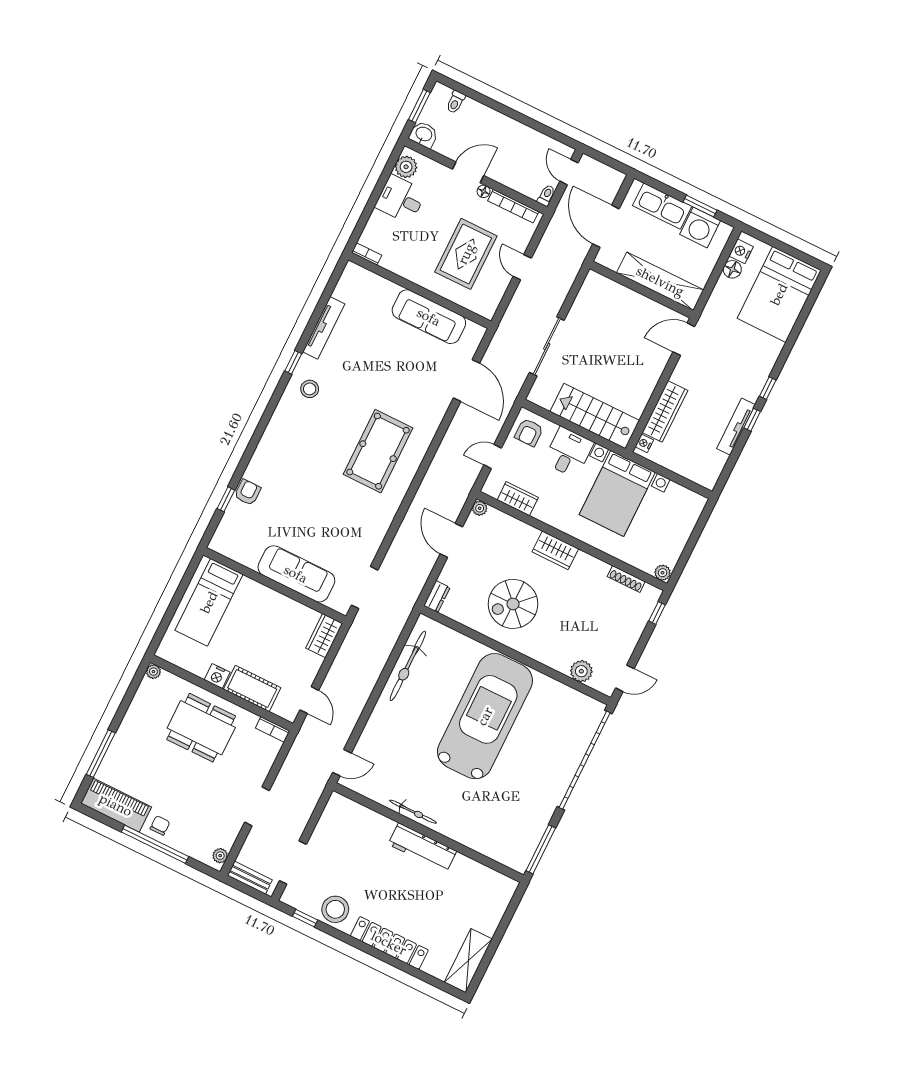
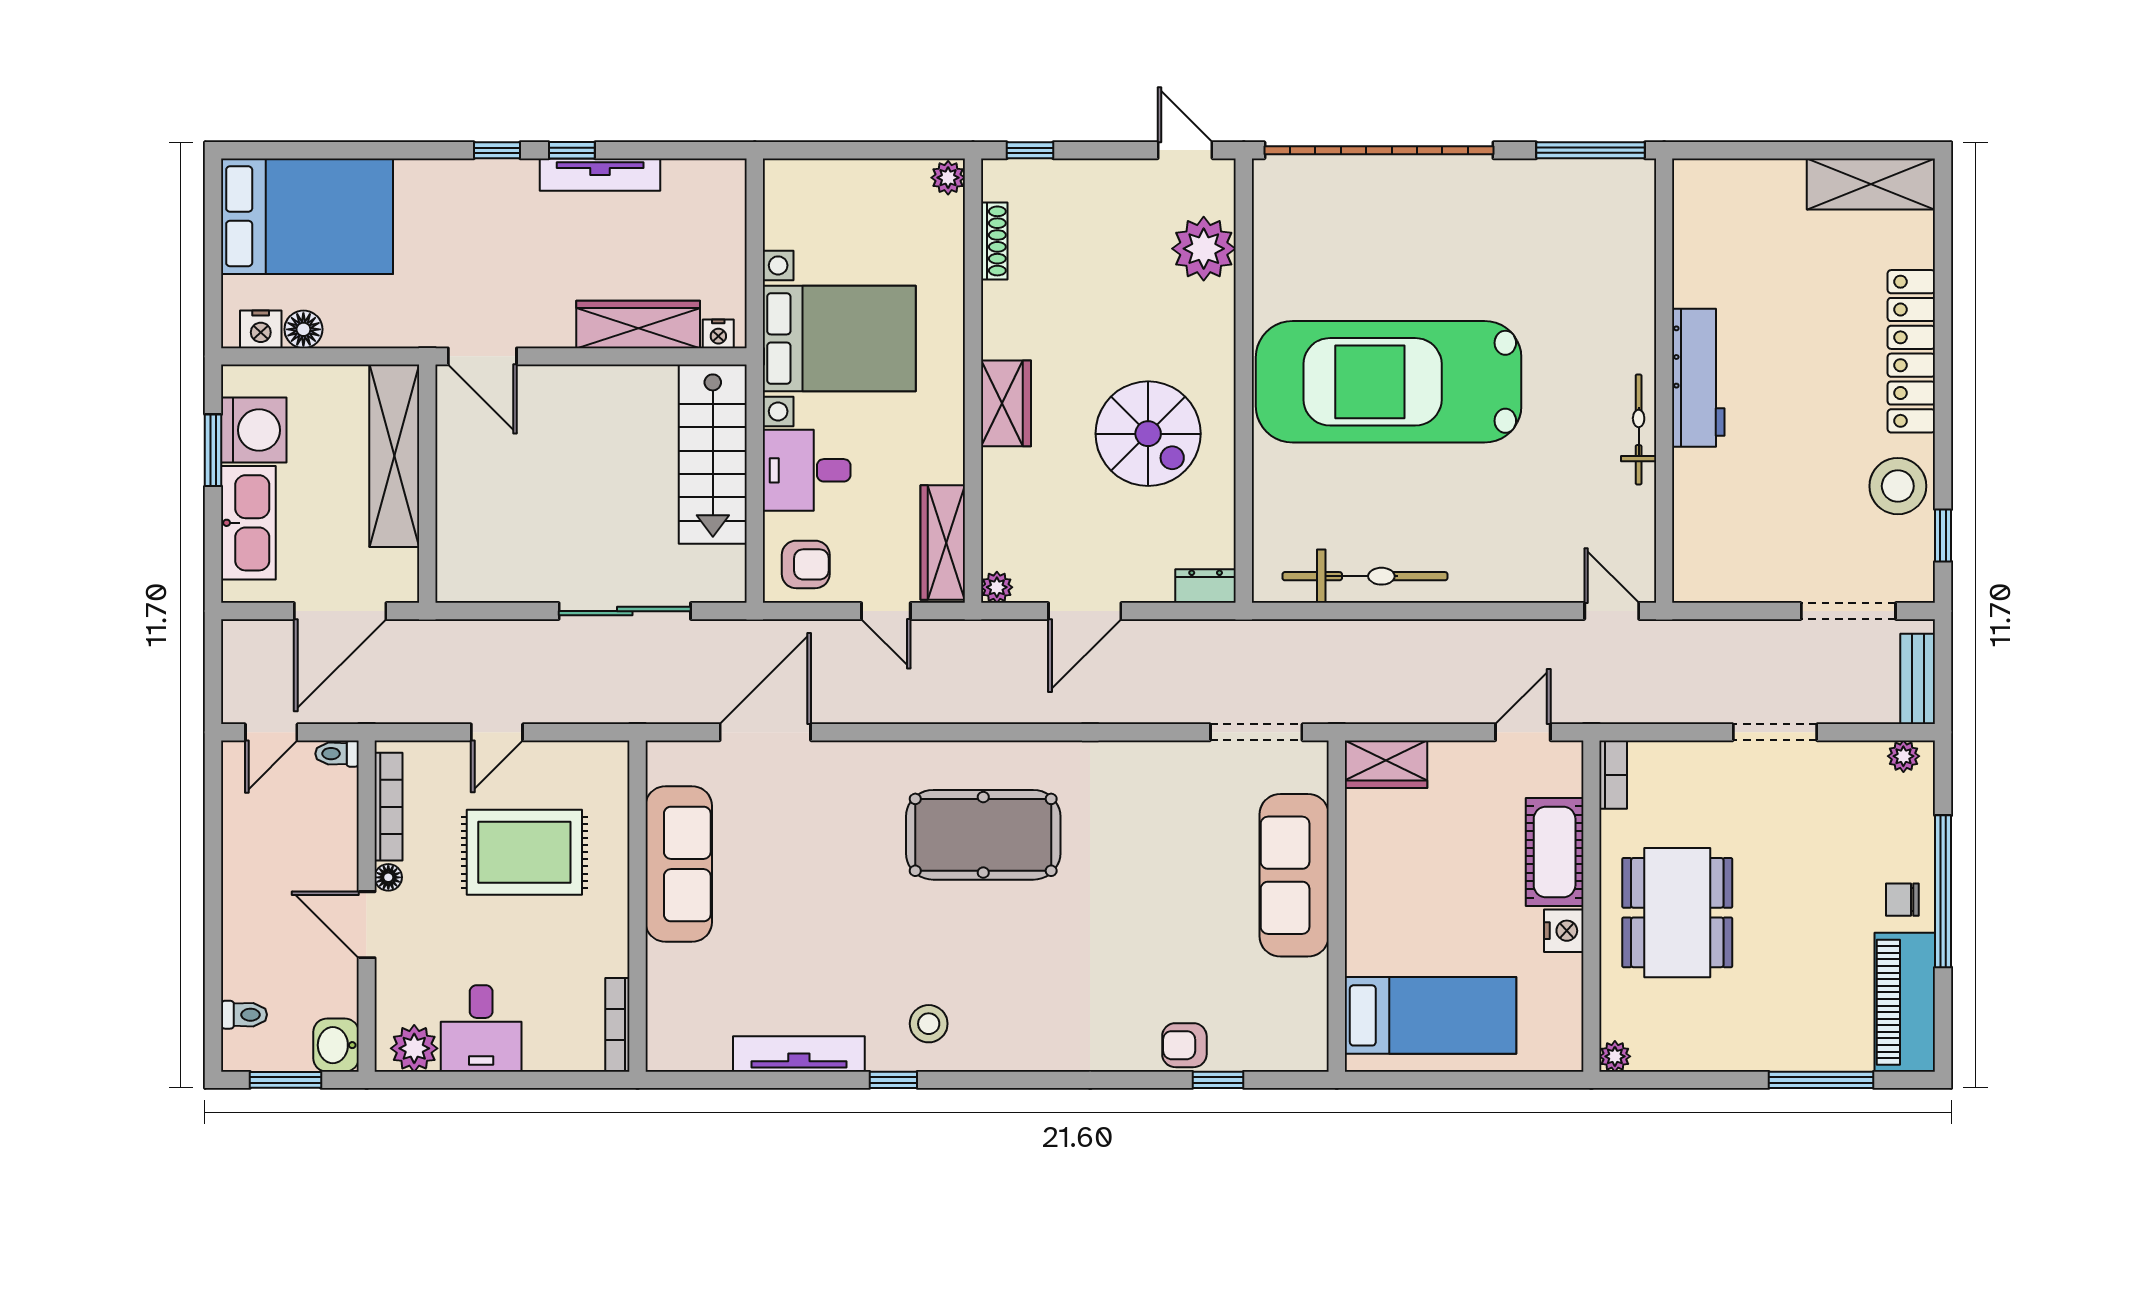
bookcase: (367, 254) -> (617, 1025), width x1.56
wardrobe: (518, 499) -> (943, 543), width x1.50
plant: (581, 671) -> (1204, 249), width x1.36, depth x1.36

